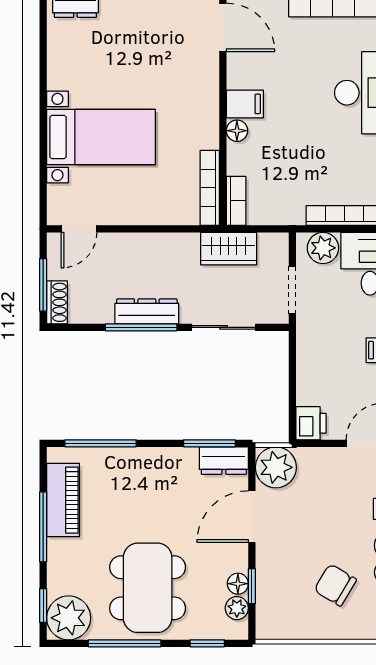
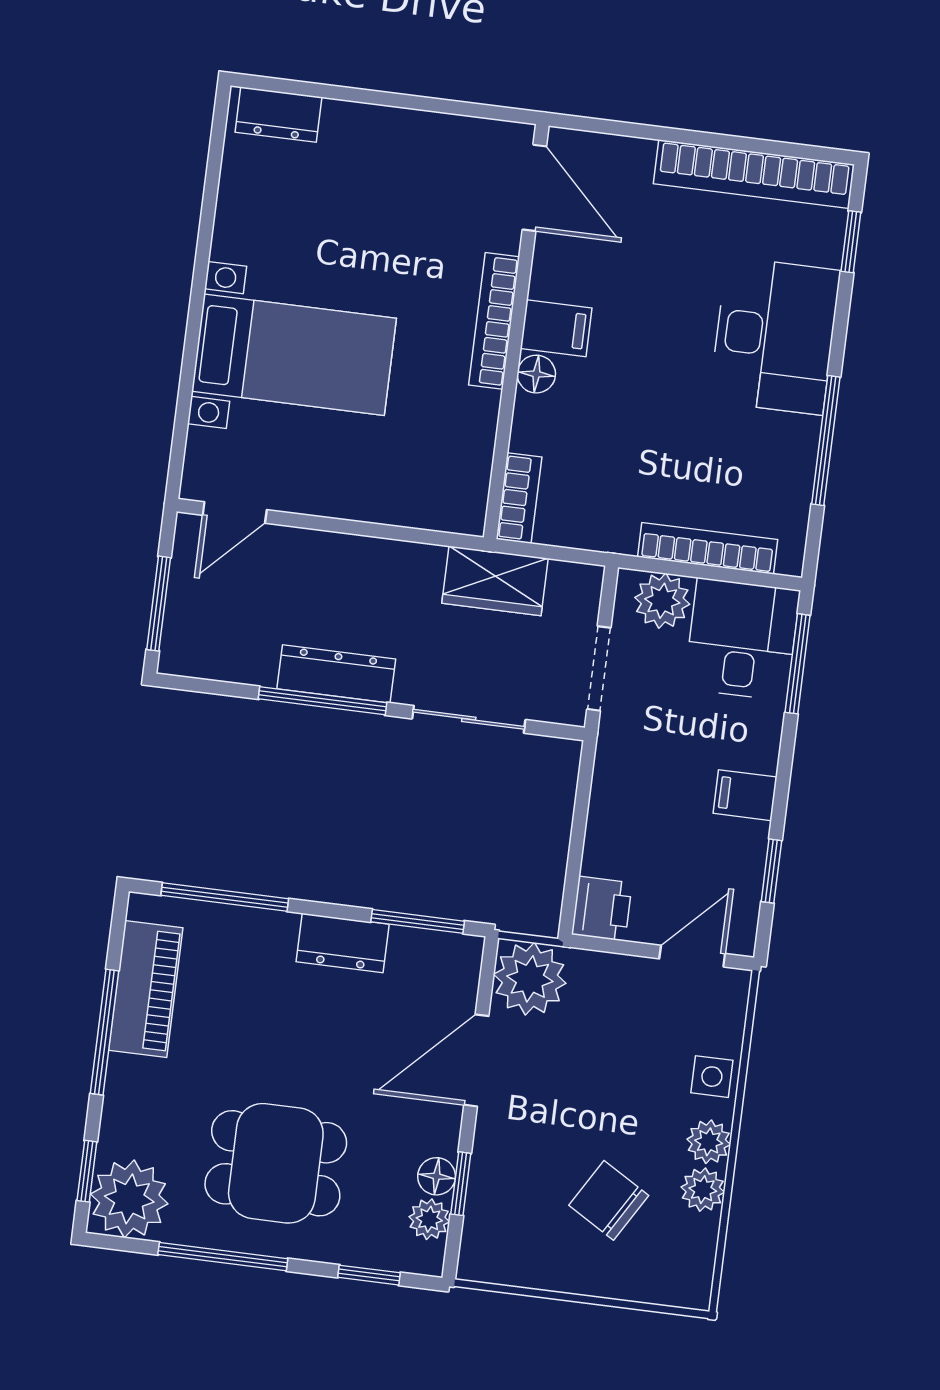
bookcase: (210, 188) -> (494, 321), moved
shoe rack: (57, 302) -> (179, 638), removed
dresser: (224, 461) -> (343, 943), moved
dining table: (148, 588) -> (276, 1163), width x0.73

